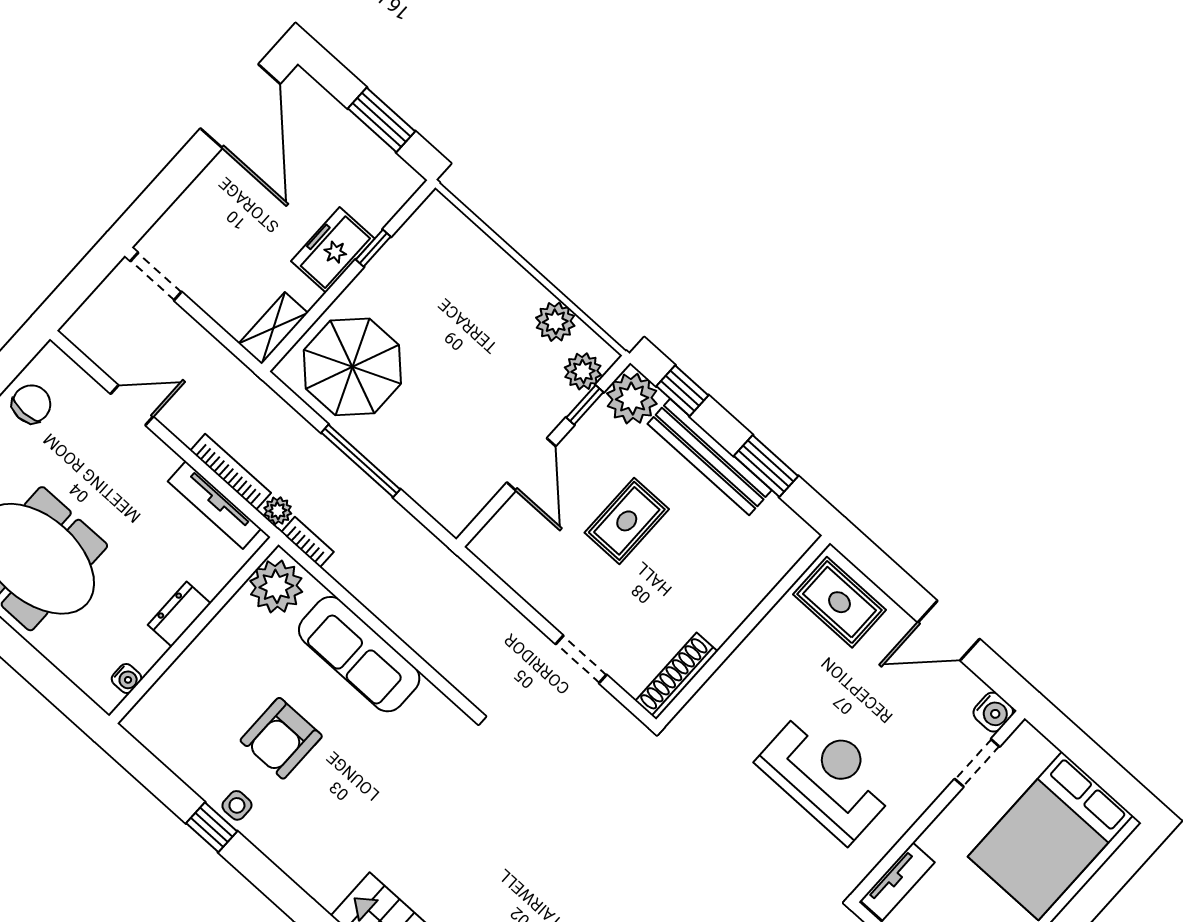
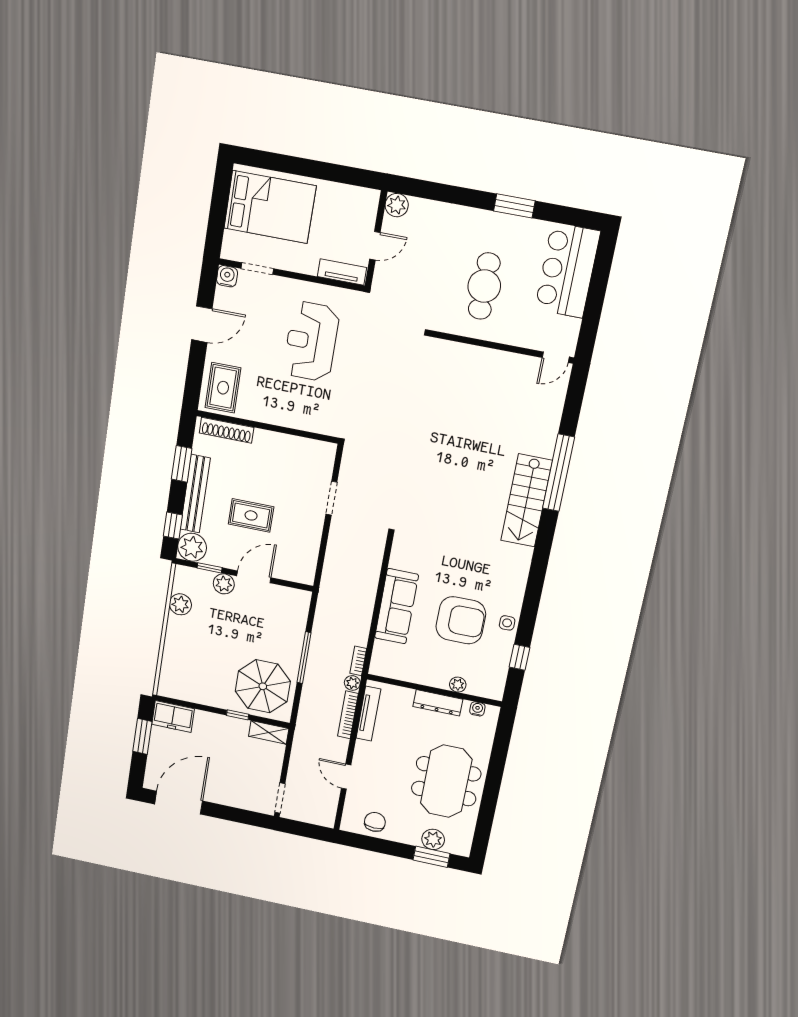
window: (373, 248) -> (238, 715), moved
freezer: (333, 250) -> (173, 717), moved
plant: (583, 371) -> (224, 584), moved
chair: (31, 404) -> (375, 822), turned 90
plant: (276, 586) -> (458, 685), moved, width x0.53, depth x0.53
dresser: (179, 614) -> (438, 703), width x1.44
door: (949, 631) -> (202, 324), hinge flipped
shoe rack: (676, 676) -> (227, 430), moved
armchair: (281, 738) -> (461, 620), width x1.36, depth x1.36
window: (212, 827) -> (519, 657), moved

